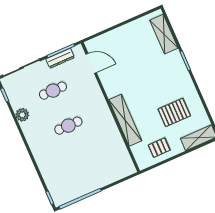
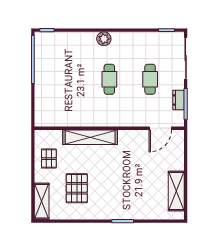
shelving: (164, 34) -> (176, 191), moved, turned 90
dresser: (60, 58) -> (179, 100), width x0.70
plant: (22, 115) -> (104, 39), moved

